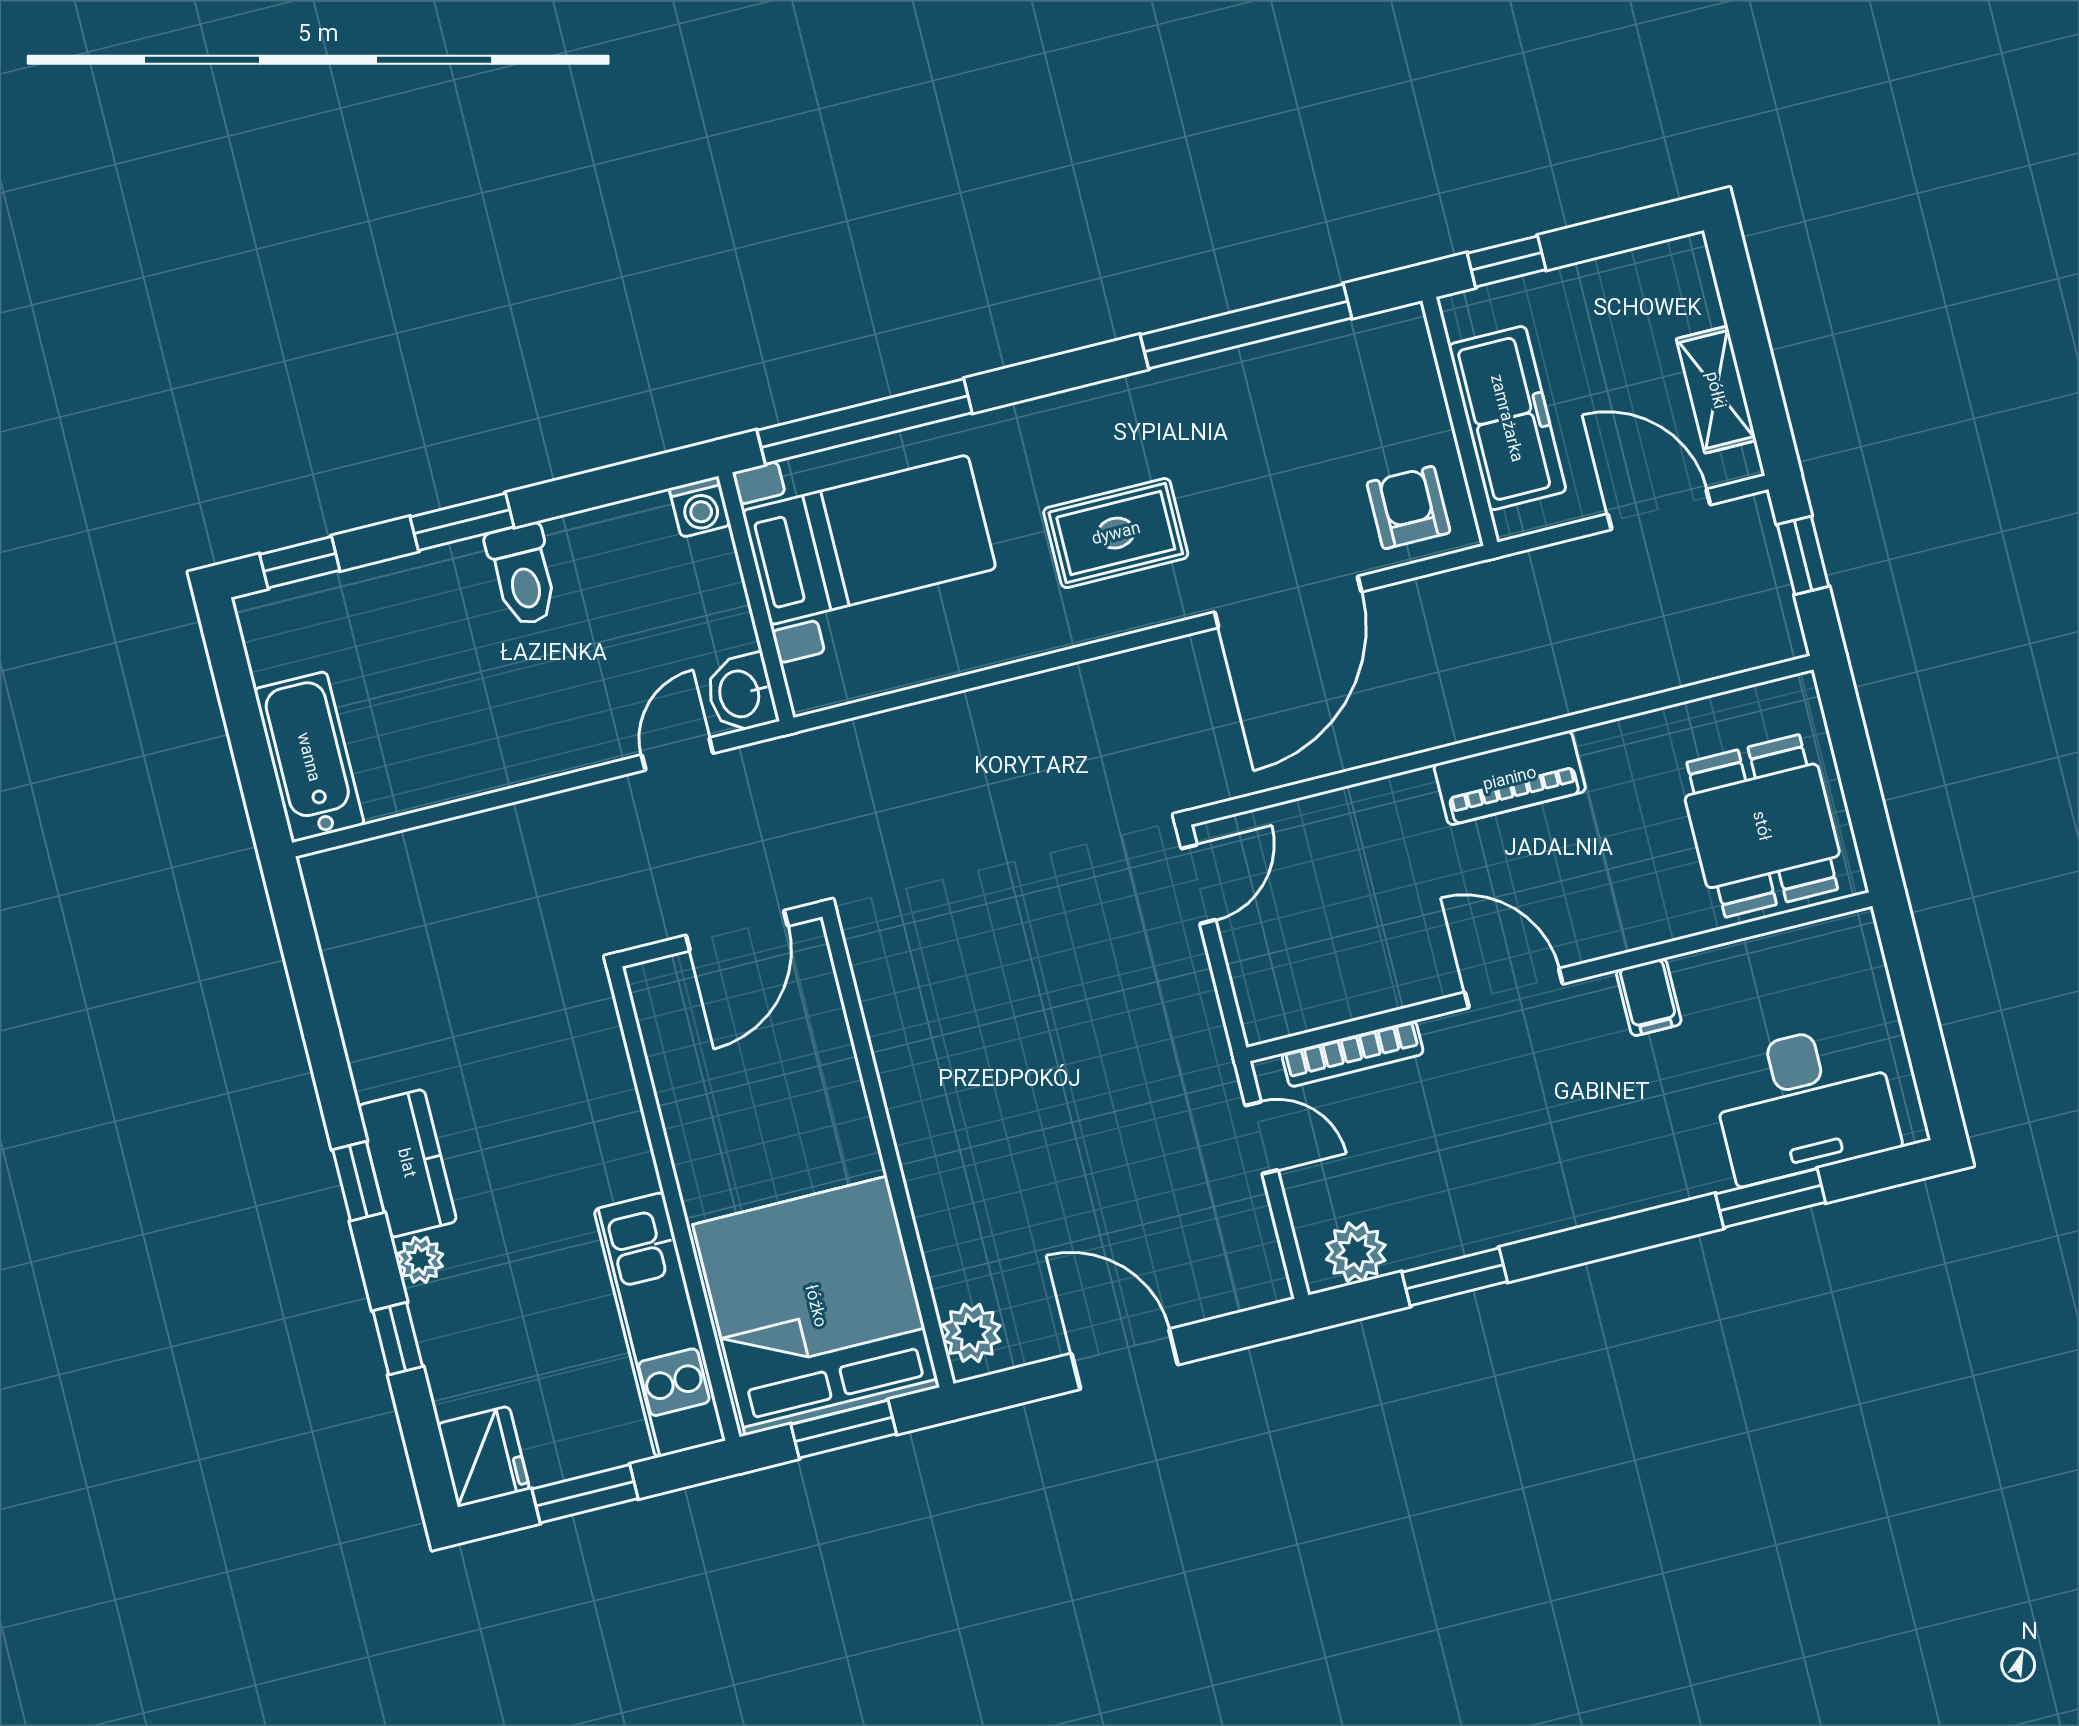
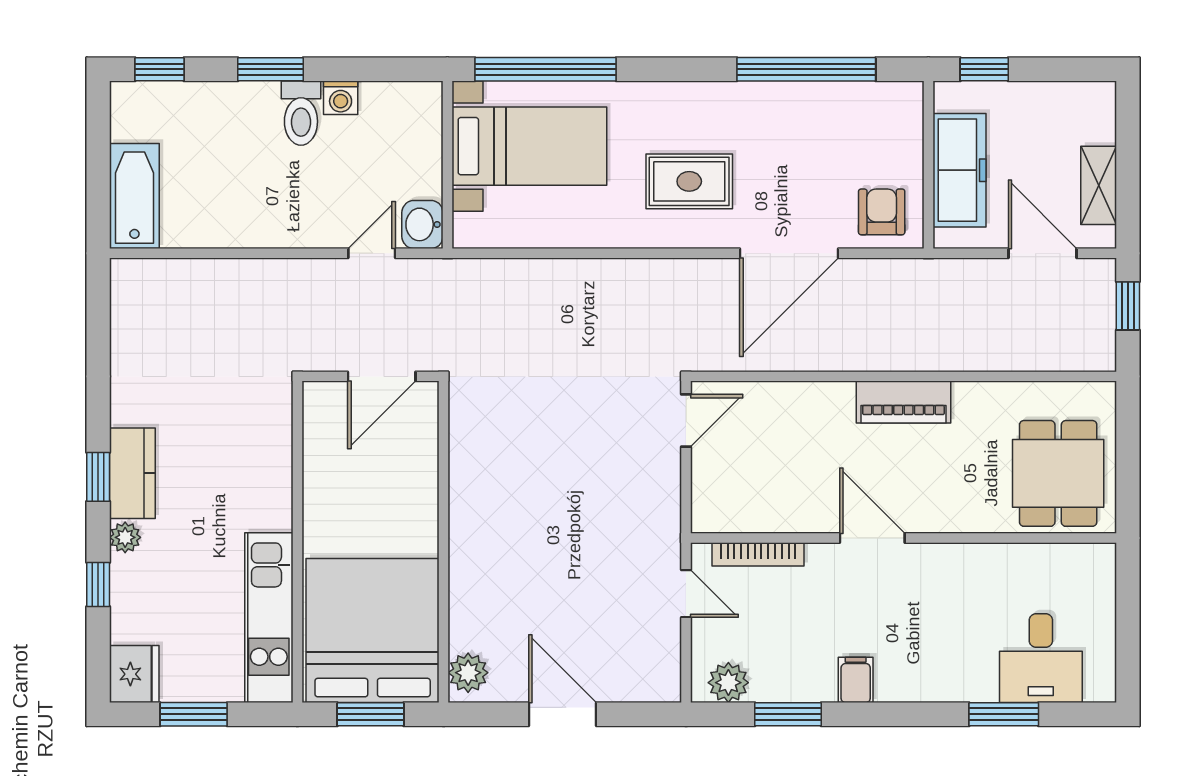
washing machine: (700, 507) -> (341, 98), moved
filing cabinet: (1649, 997) -> (856, 680), moved, turned 180
desk: (1804, 1103) -> (1041, 658), width x0.73

